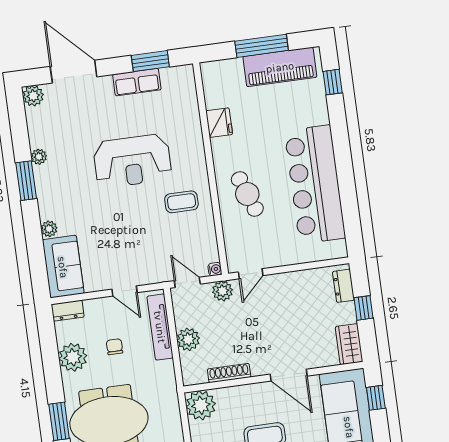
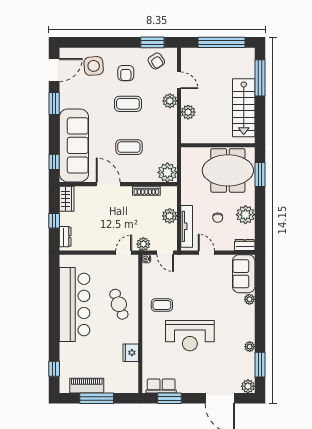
piano: (280, 67) -> (87, 386), width x0.73, depth x0.75
row of seats: (137, 82) -> (161, 386), moved
reception desk: (132, 161) -> (190, 336), turned 180
window: (26, 181) -> (260, 365), moved

